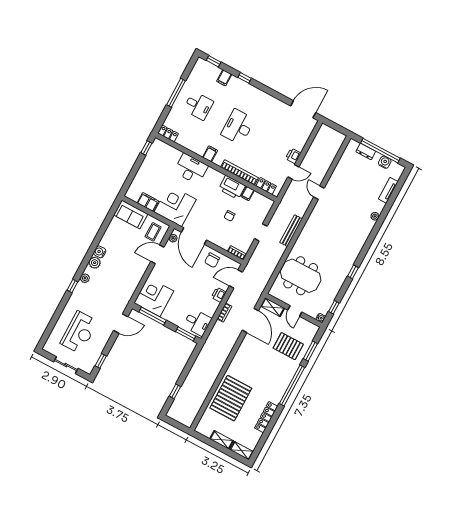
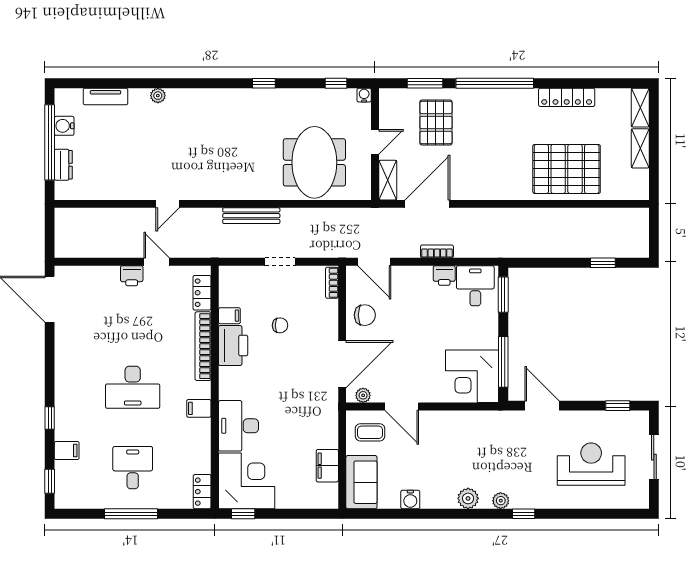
corner desk: (175, 206) -> (247, 481), moved, turned 180
water cooler: (100, 252) -> (410, 499), moved
printer: (219, 295) -> (444, 276), moved

